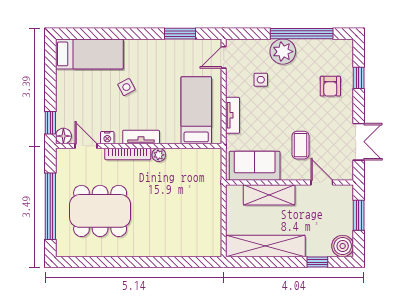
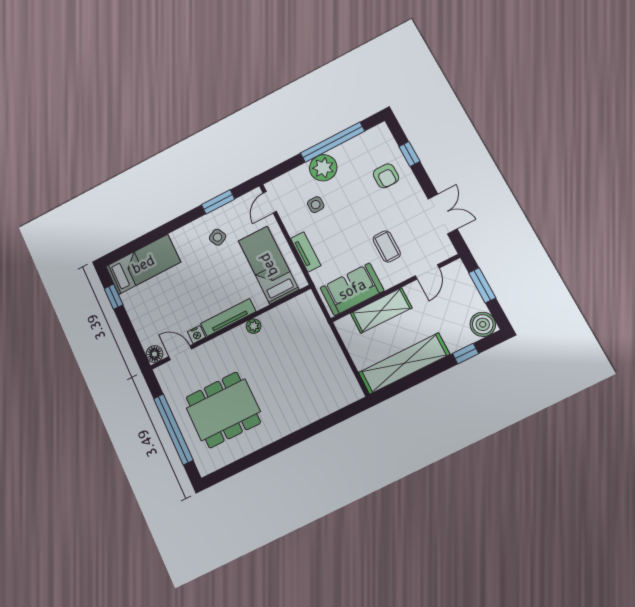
side table: (126, 87) -> (218, 237), moved
window: (50, 123) -> (114, 297), moved
tv unit: (141, 137) -> (228, 317), width x1.41
bookcase: (128, 154) -> (223, 340), removed
door: (322, 183) -> (427, 272), swing flipped

